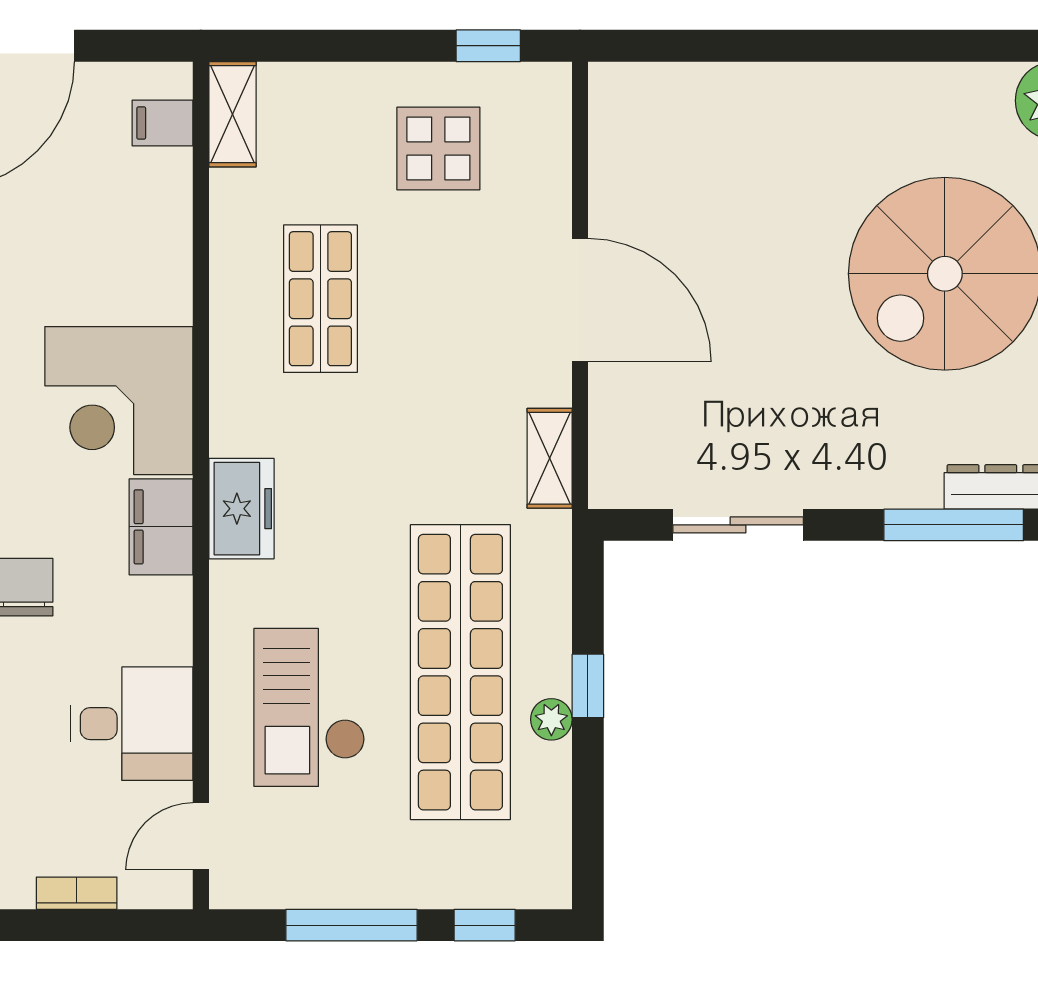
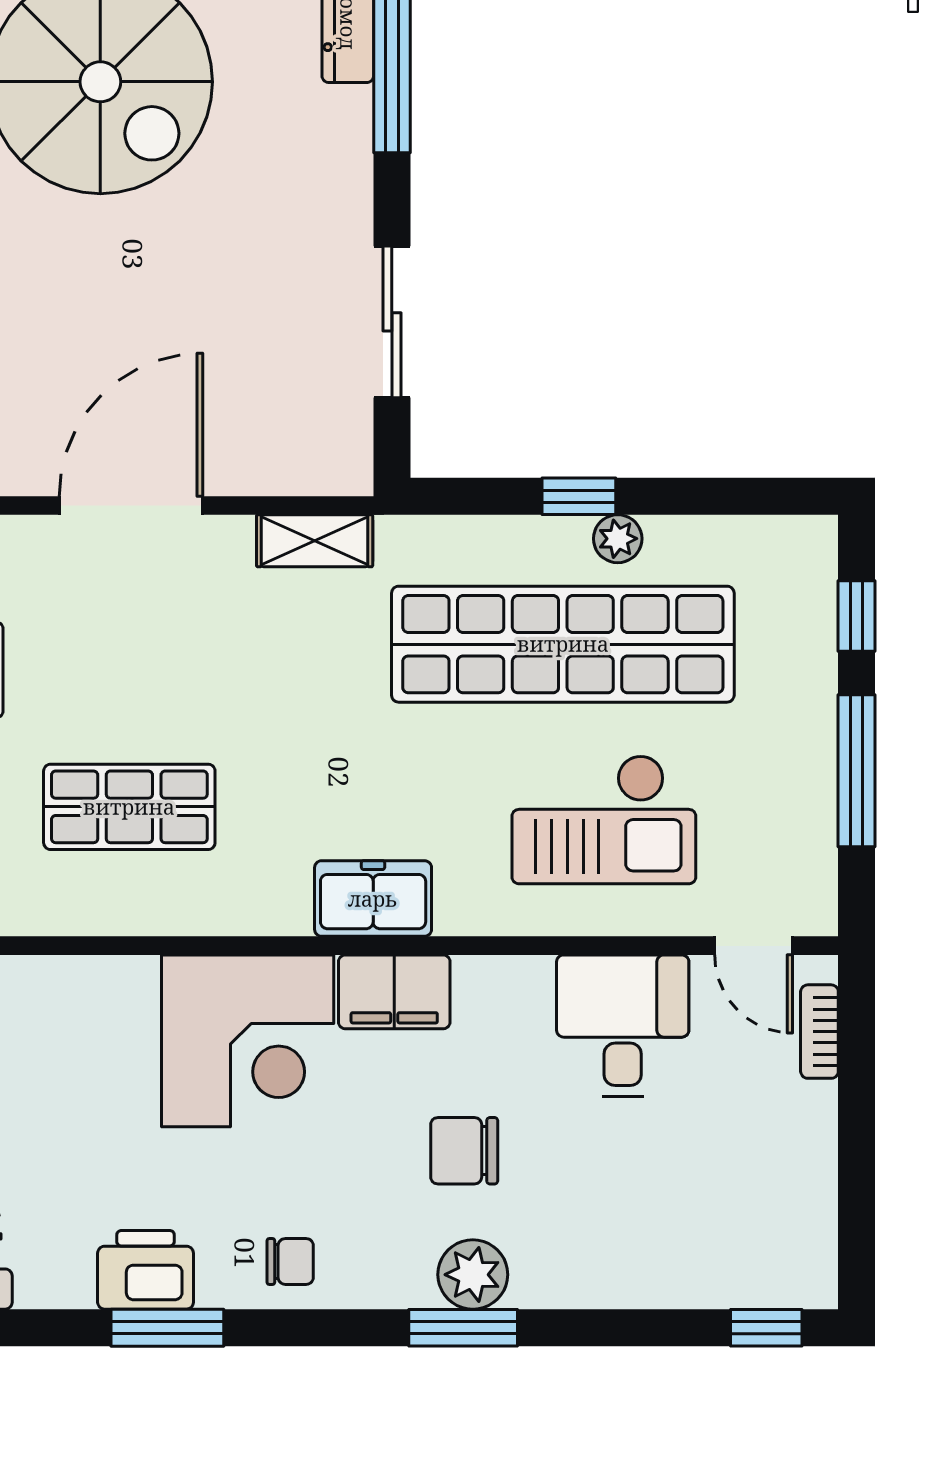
bookcase: (77, 893) -> (819, 1032), moved

